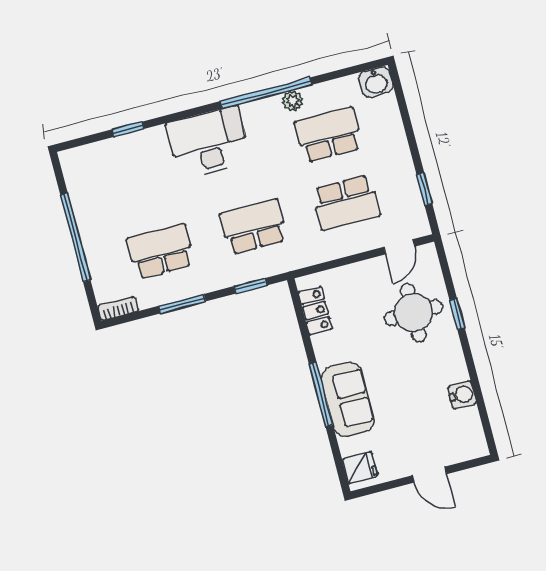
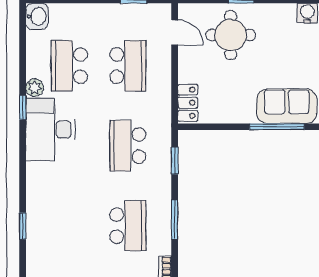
window: (266, 93) -> (23, 107), width x0.32
desk: (208, 143) -> (50, 129), moved
school desk: (161, 251) -> (128, 226), turned 180
locker: (315, 311) -> (188, 103), moved, turned 90

